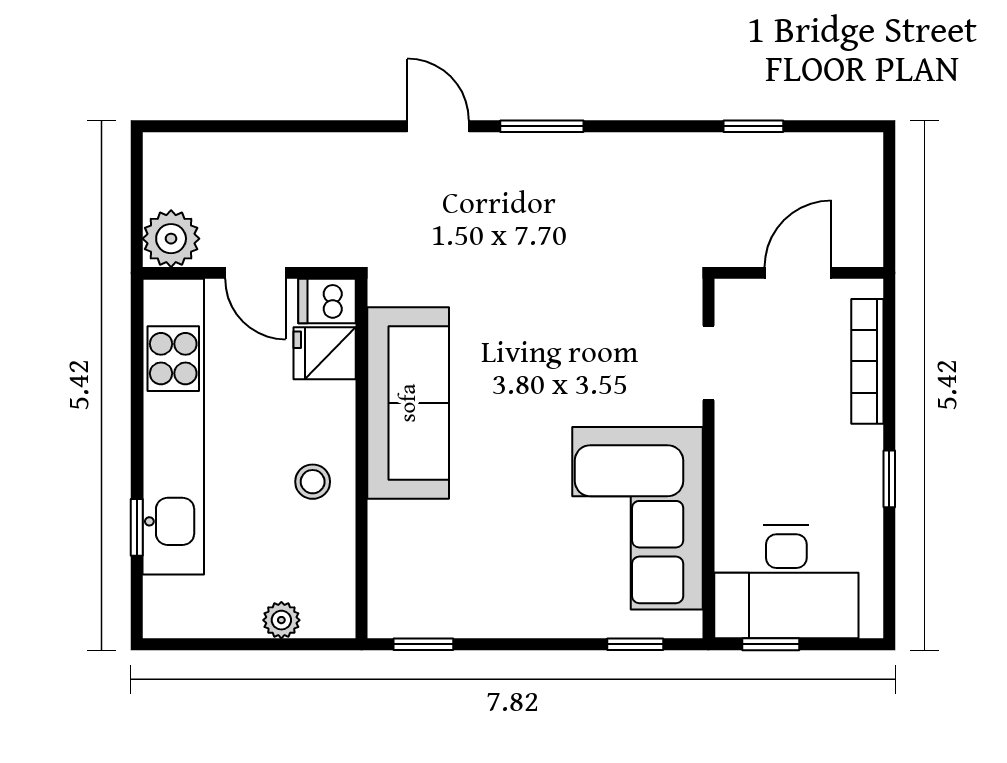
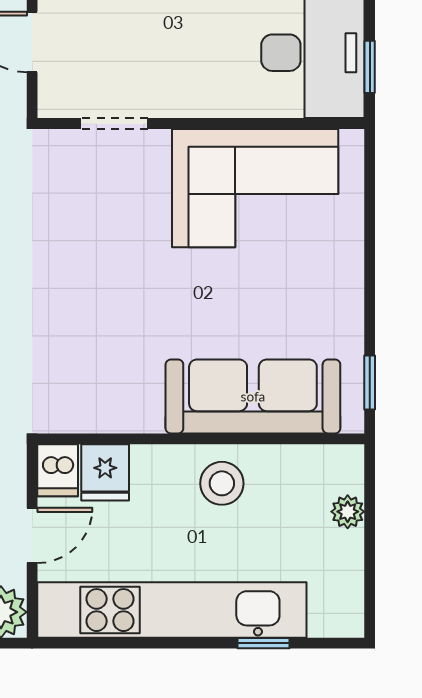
sofa: (408, 403) -> (253, 396), moved
stool: (313, 482) -> (222, 483), width x1.37, depth x1.37
window: (635, 644) -> (370, 190), removed

